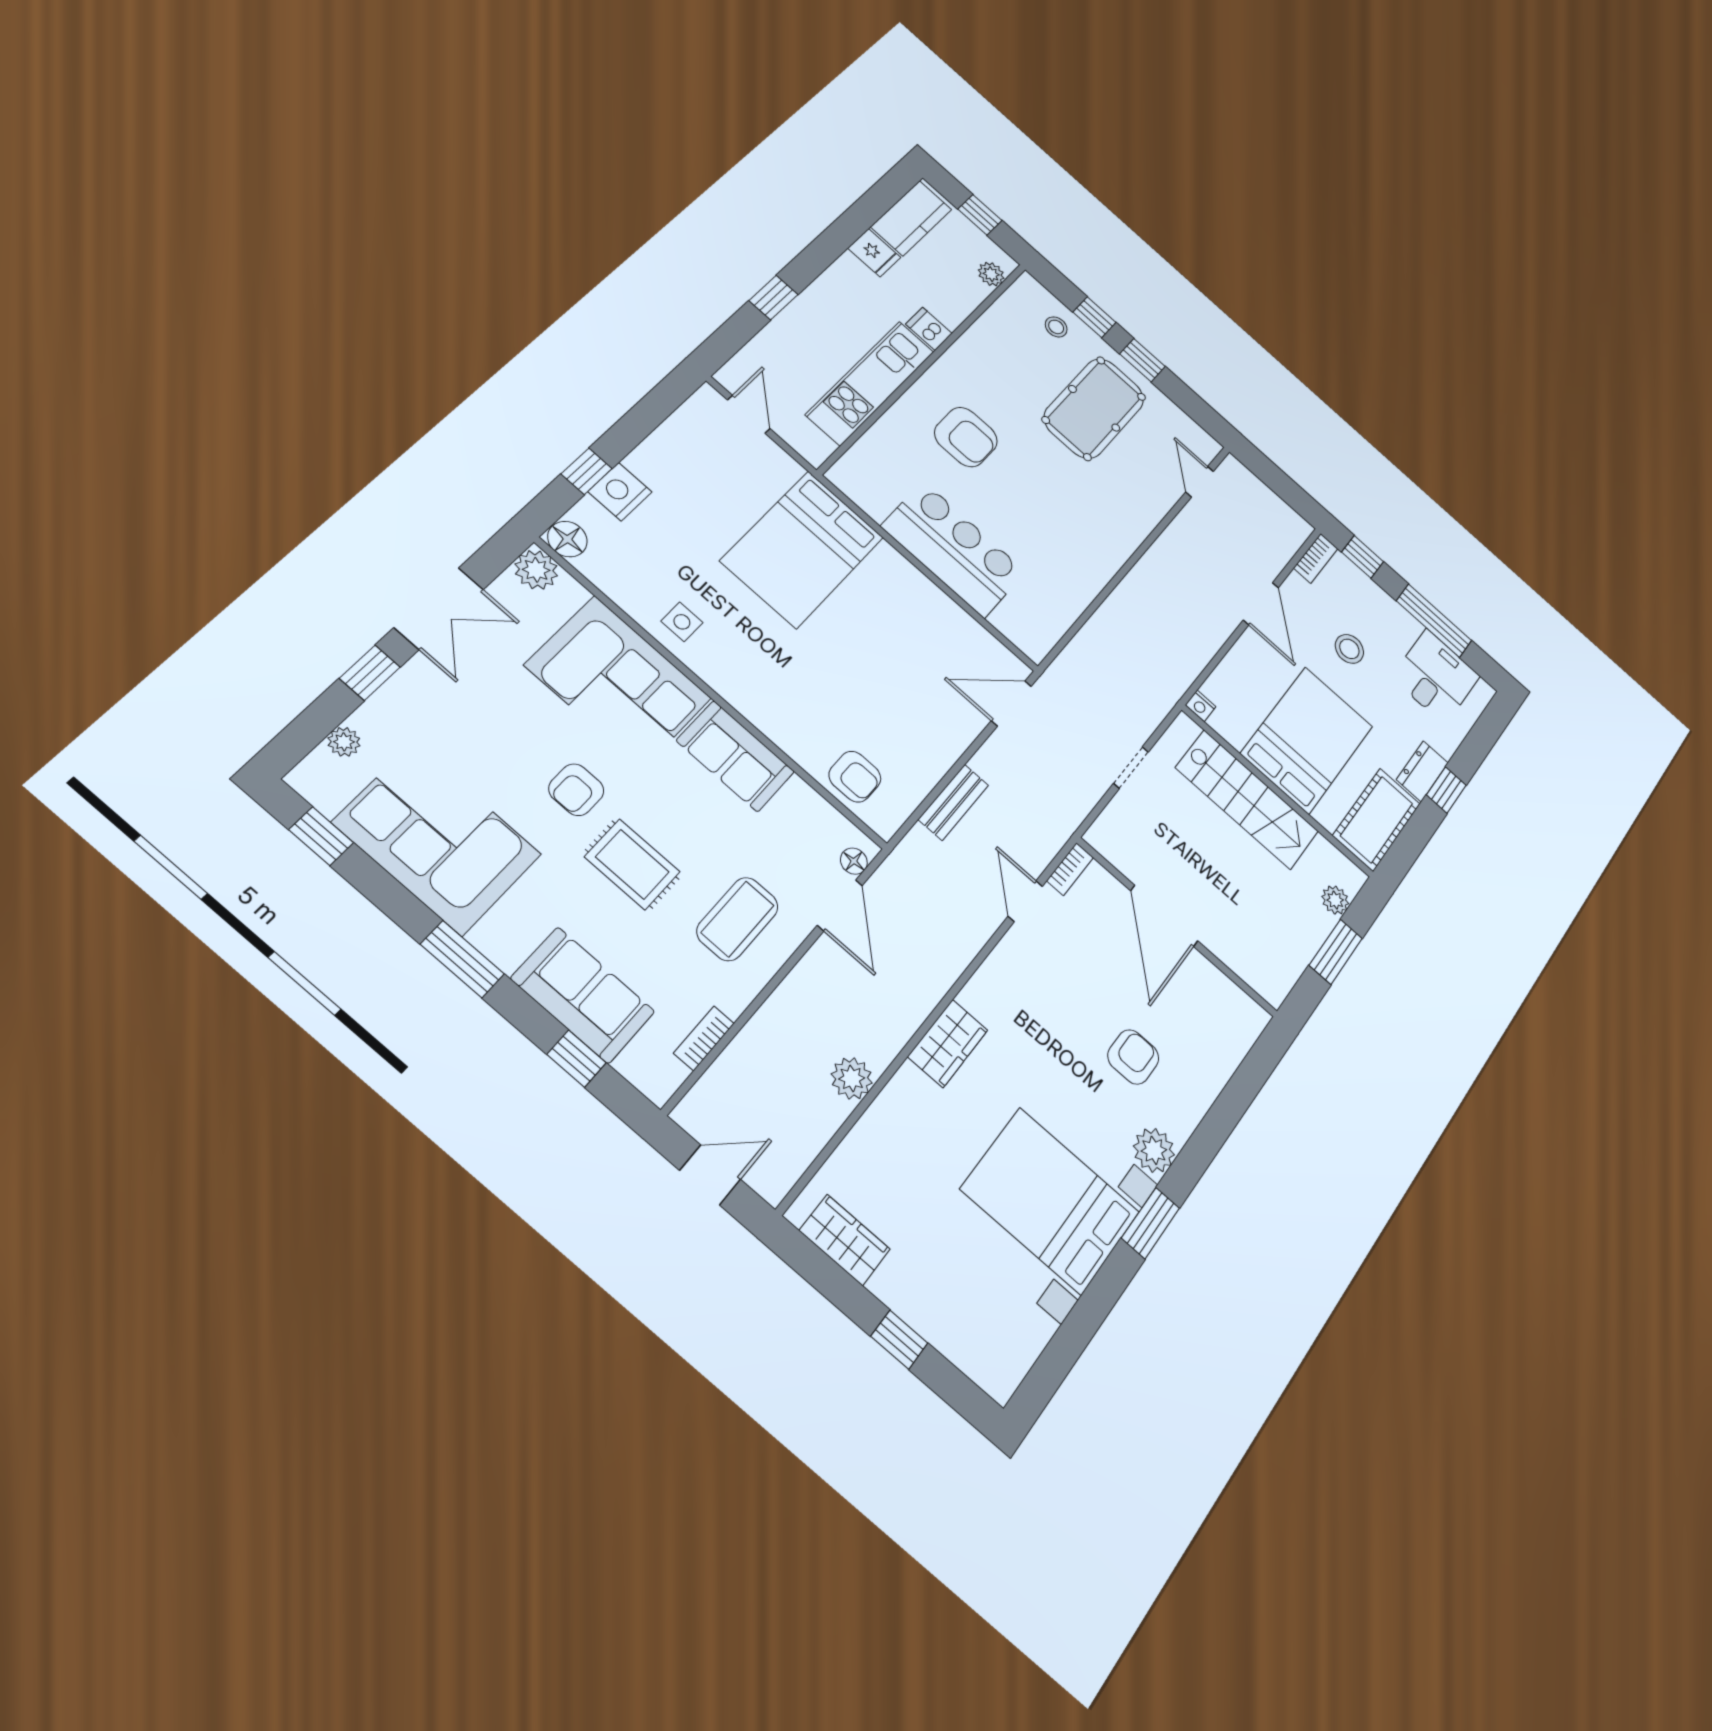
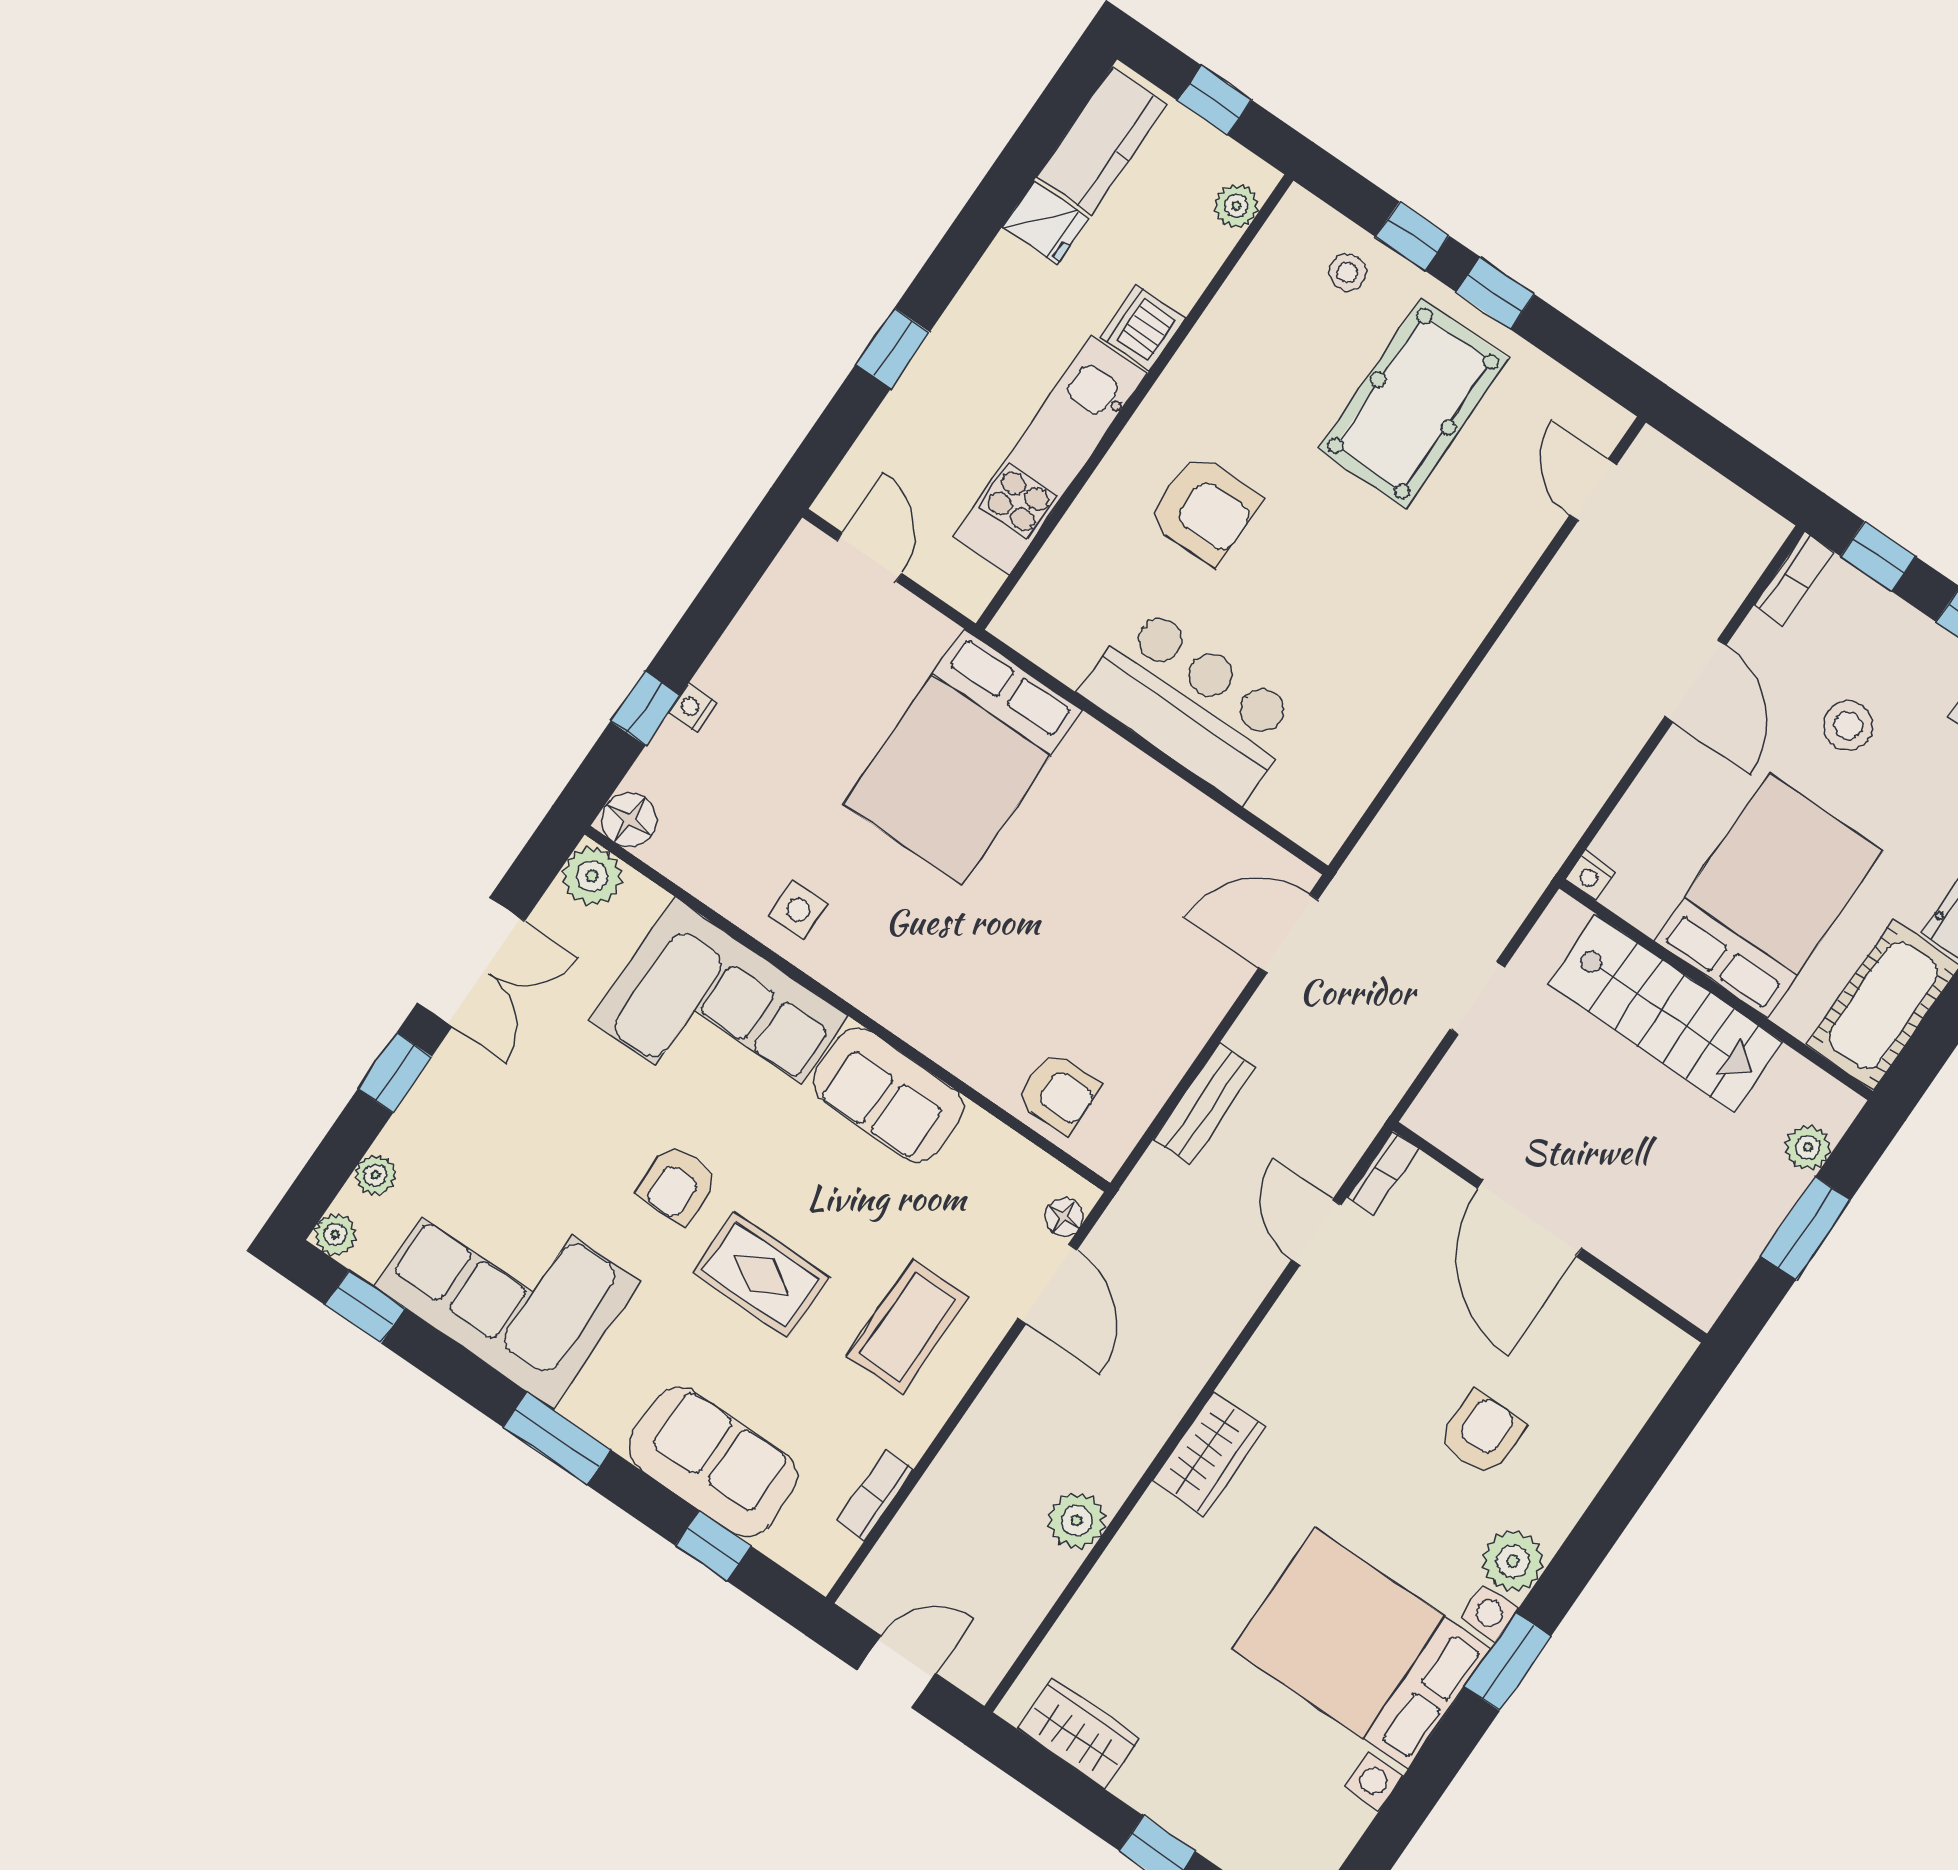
dishwasher: (929, 329) -> (1143, 327), width x1.38
nightstand: (620, 492) -> (692, 708), width x0.53, depth x0.56
plant: (305, 779) -> (335, 1234), added

